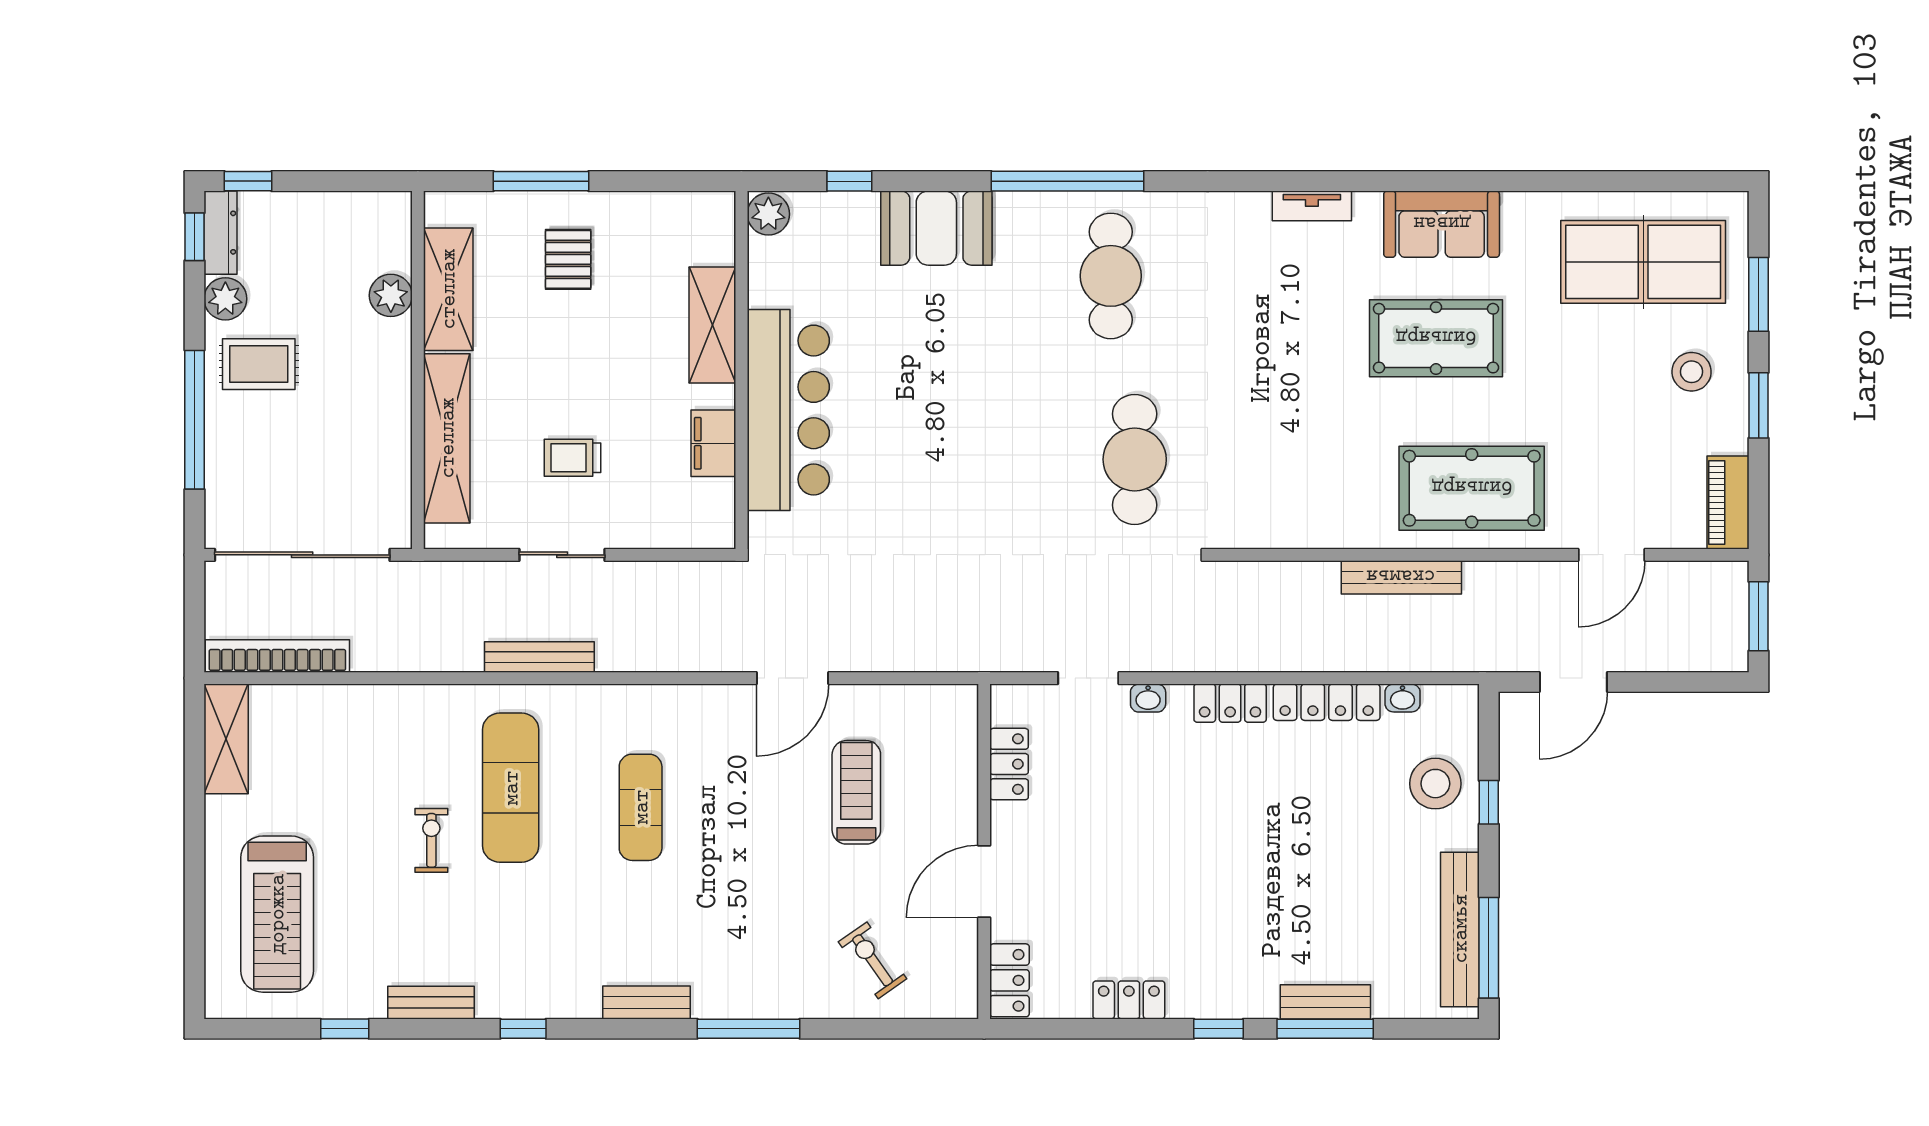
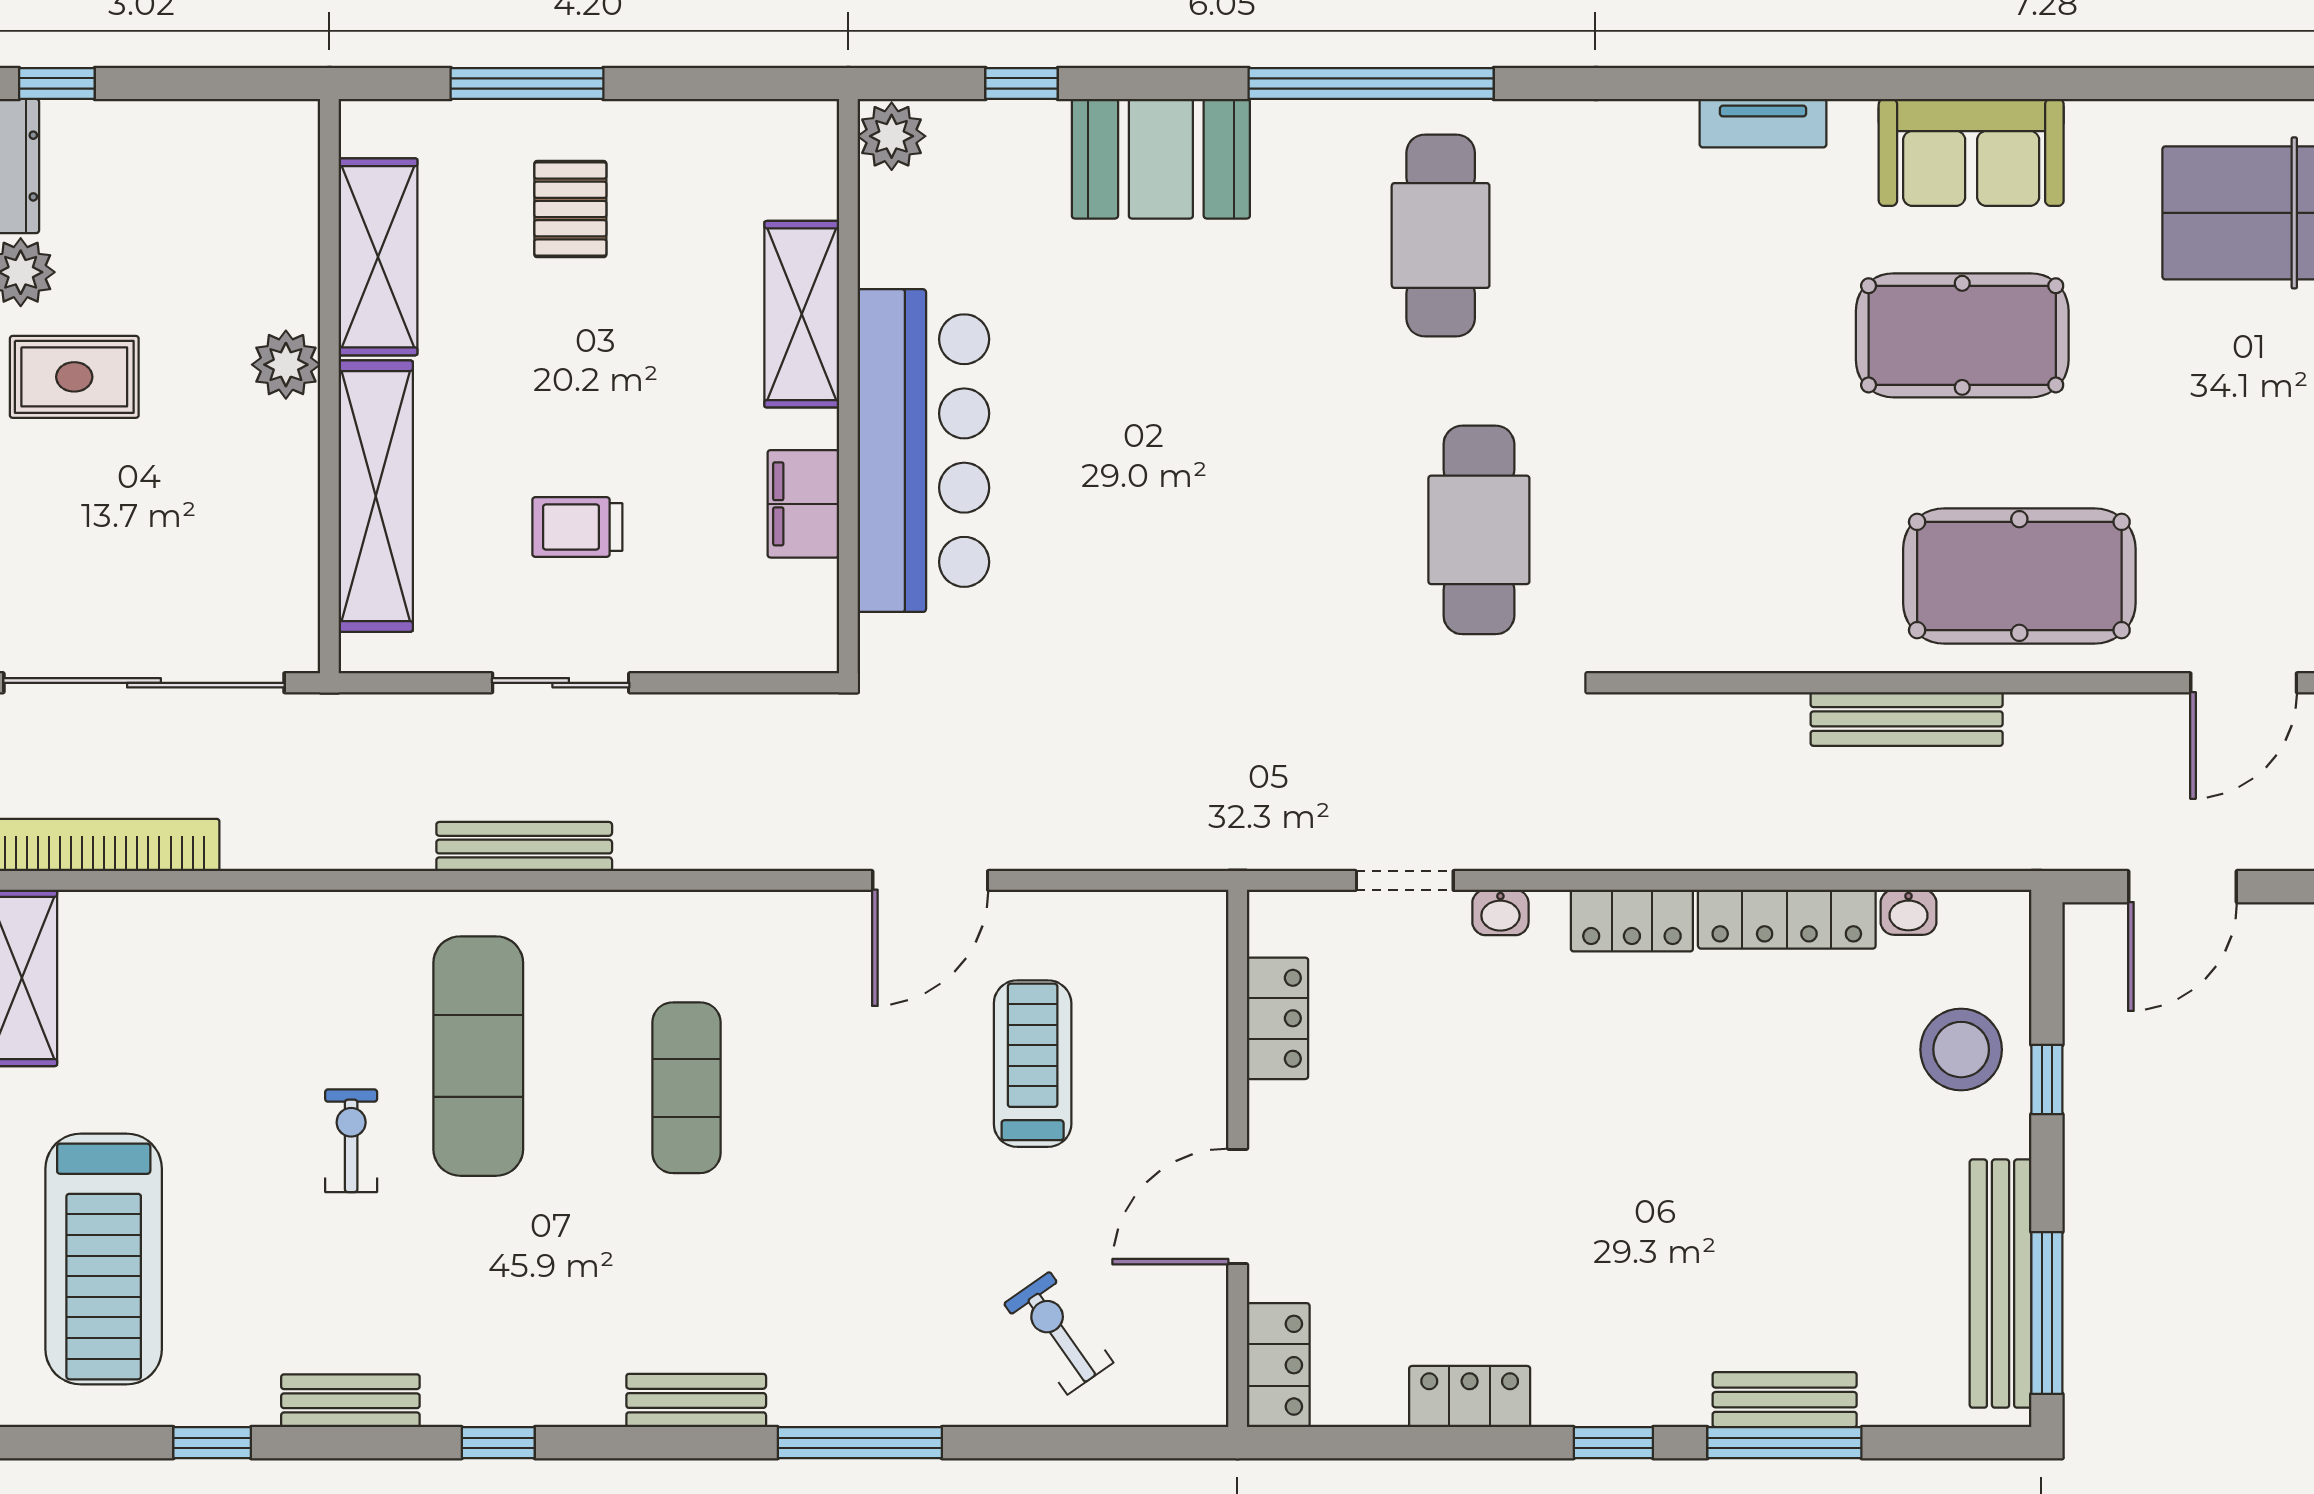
plant: (391, 295) -> (286, 365), moved

